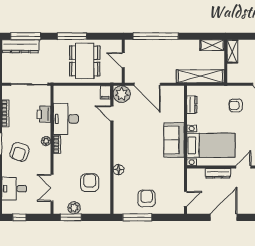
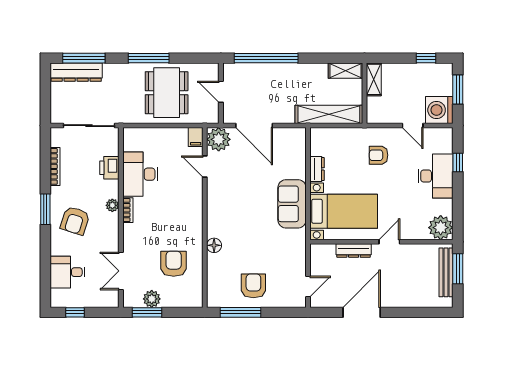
dresser: (192, 105) -> (317, 169), moved

